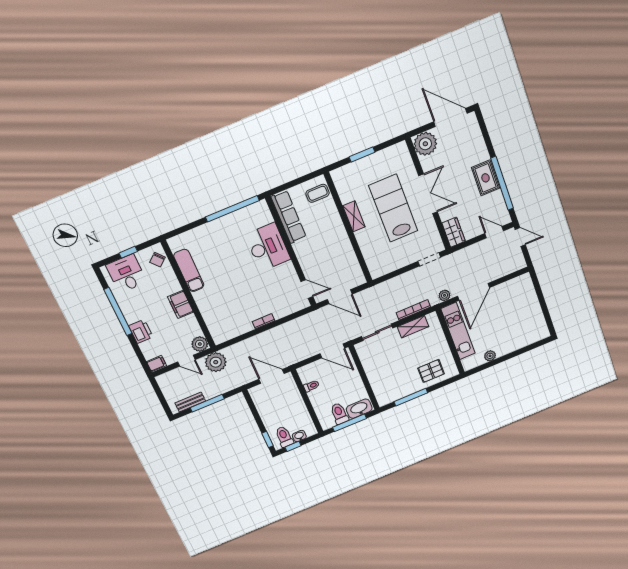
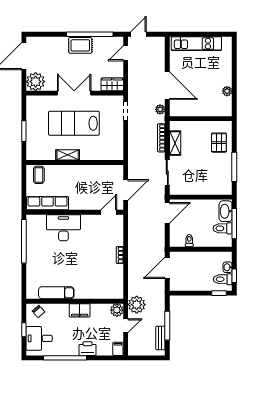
kitchen unit: (458, 331) -> (196, 44), moved, turned 180

